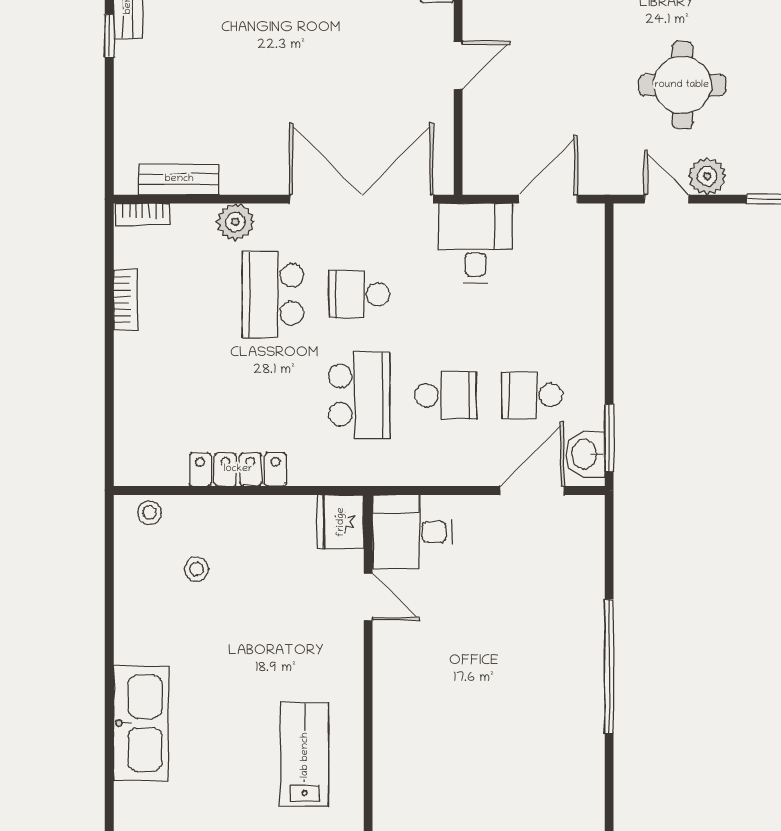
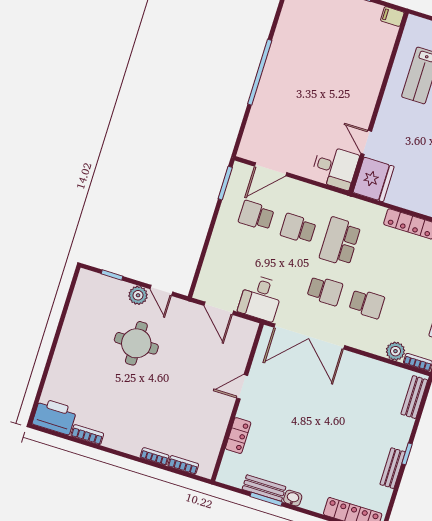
bench: (179, 179) -> (414, 397), moved, turned 90
door: (548, 199) -> (219, 308), hinge flipped
plant: (235, 222) -> (395, 351), moved
school desk: (273, 294) -> (367, 304), width x0.54
school desk: (532, 395) -> (256, 216), turned 180
washbasin: (585, 454) -> (239, 179), removed
fridge: (341, 522) -> (374, 179), width x1.36, depth x1.34

